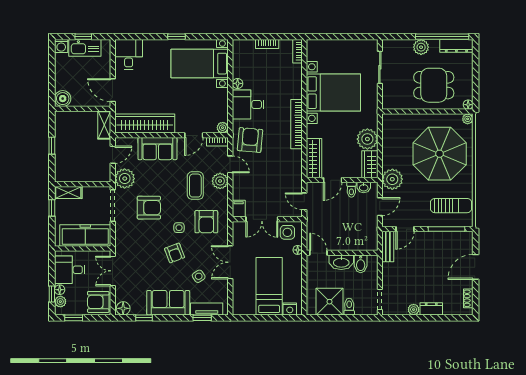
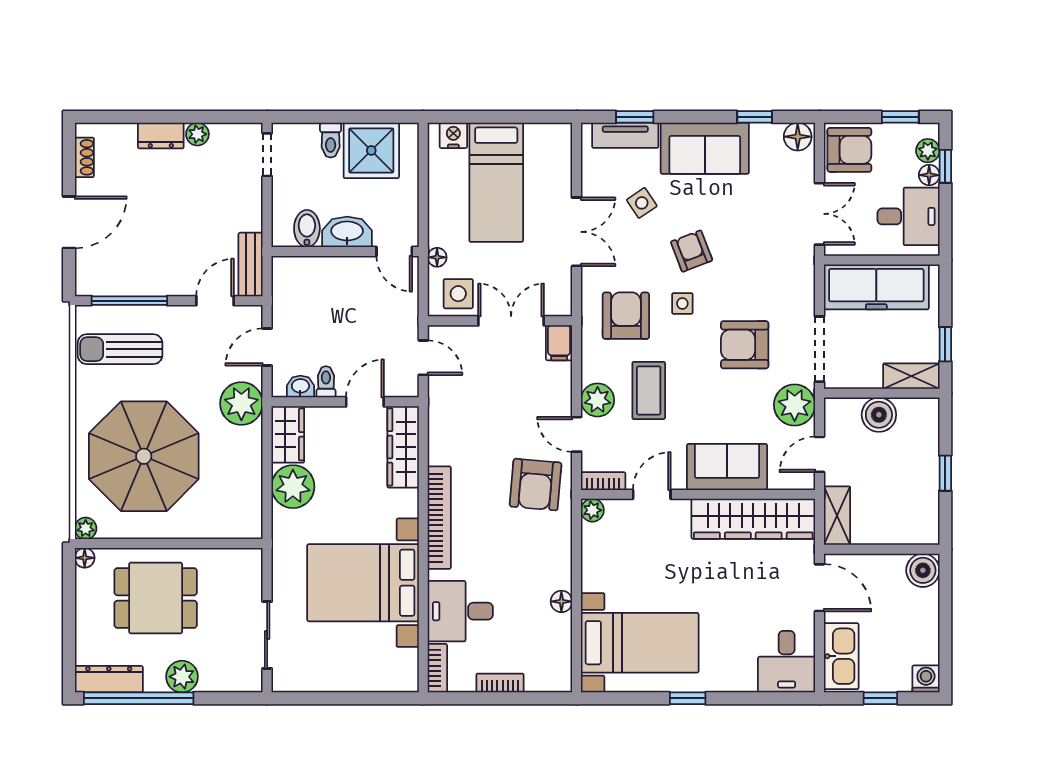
kitchen sink: (85, 48) -> (841, 656), moved, turned 90
desk: (248, 104) -> (460, 611), moved, turned 180
boiler: (84, 174) -> (879, 415), added

